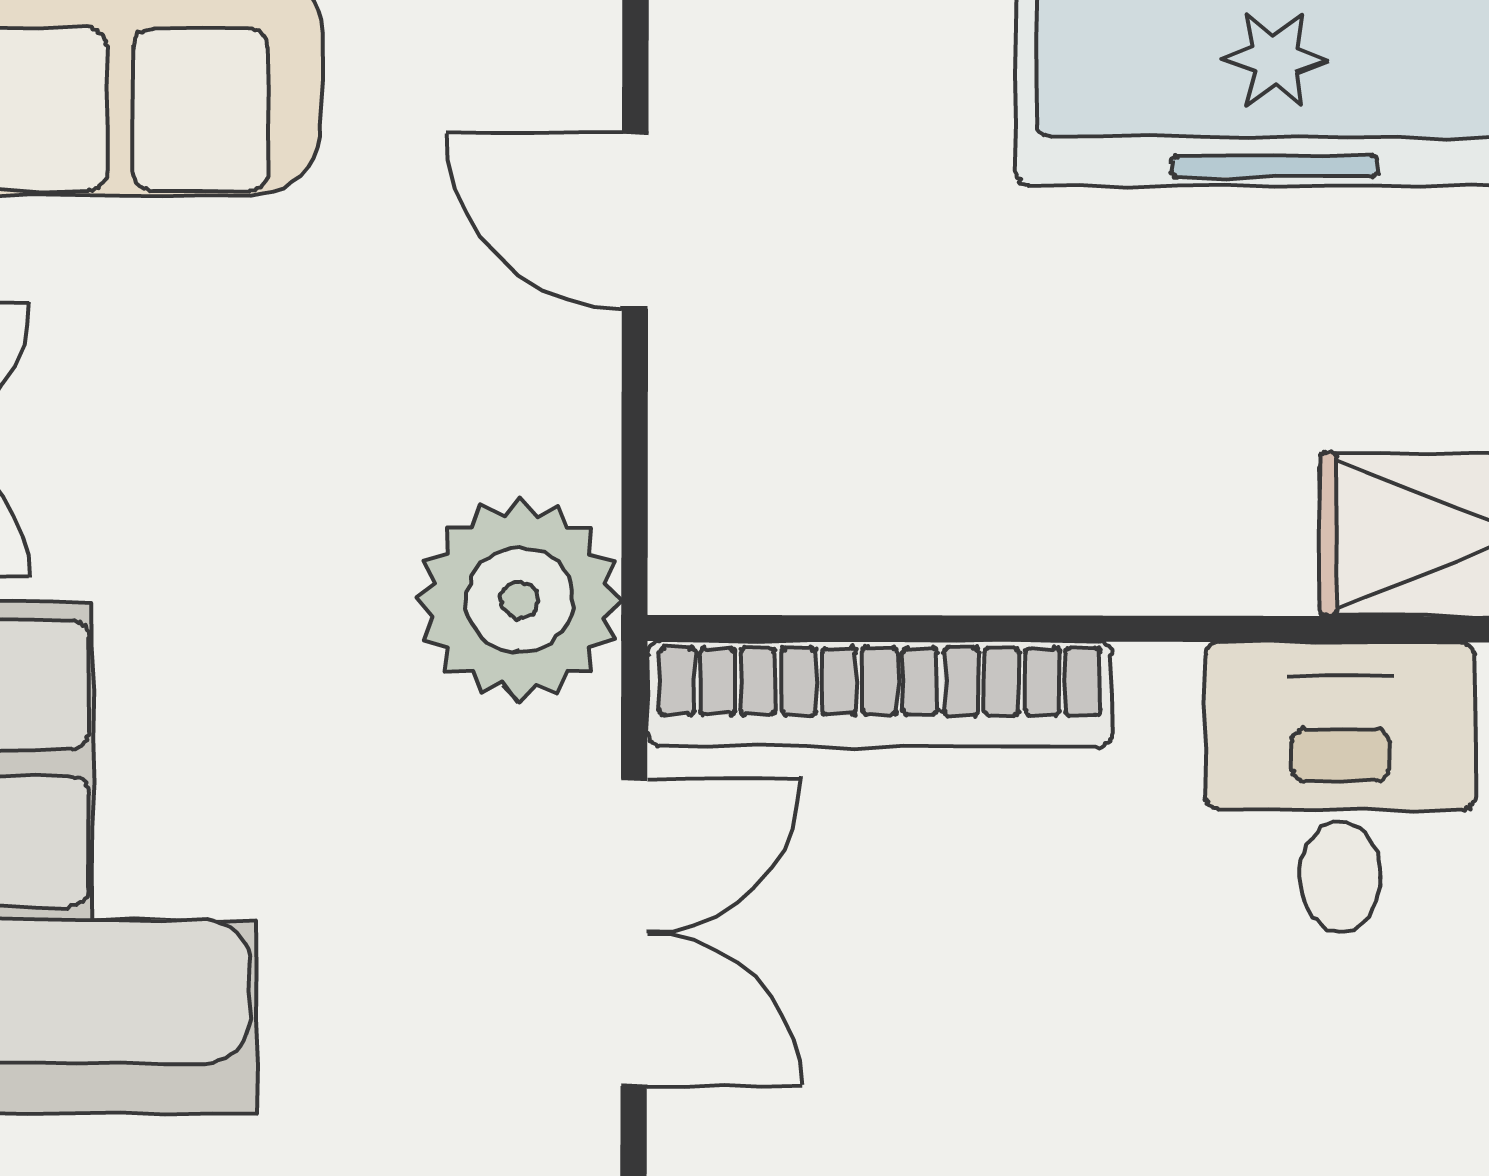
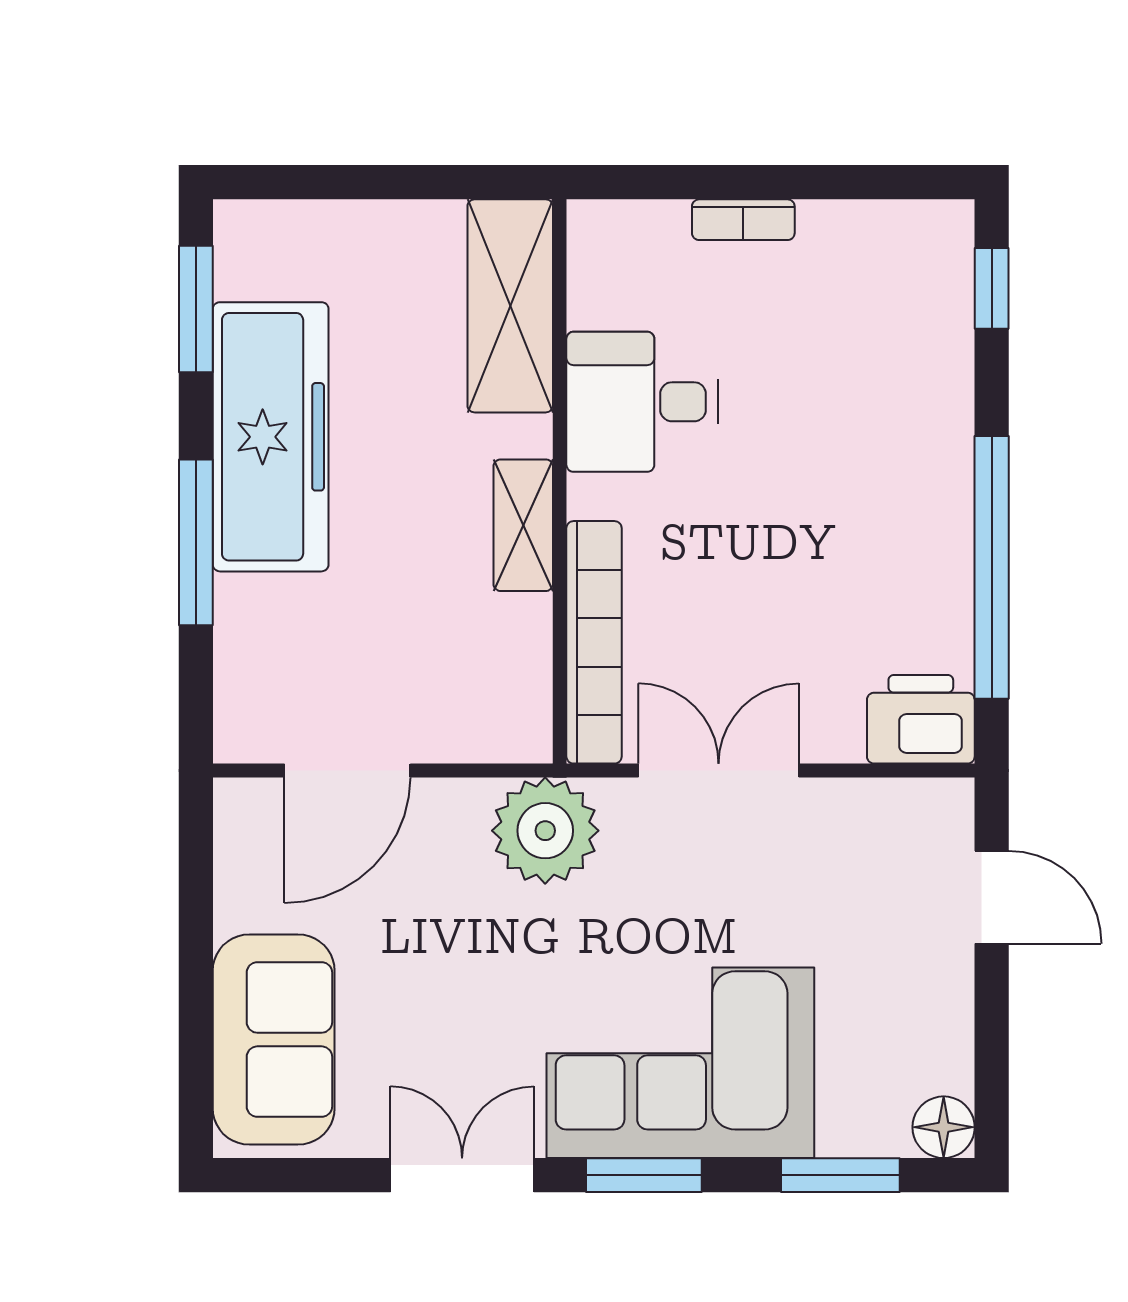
door: (635, 221) -> (347, 771), width x1.38
shelving: (1104, 559) -> (523, 525), added

